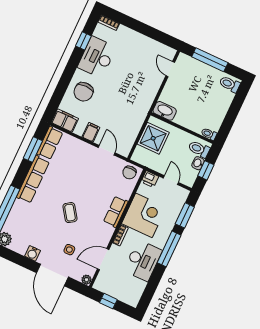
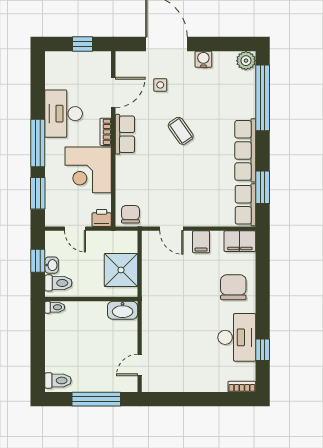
door: (170, 69) -> (140, 365), swing flipped
row of seats: (116, 212) -> (125, 134), moved
plant: (86, 280) -> (122, 58), removed

